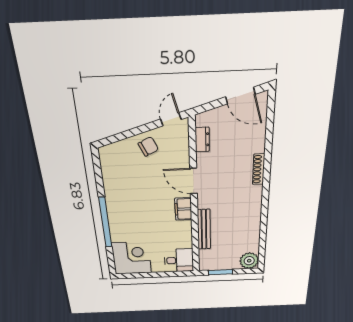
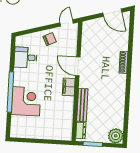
dresser: (202, 140) -> (81, 131), moved
corner desk: (132, 258) -> (26, 101), moved
desk: (179, 260) -> (26, 57), moved, turned 180

